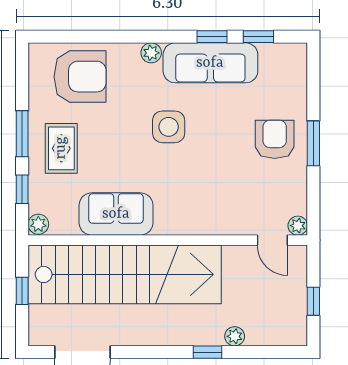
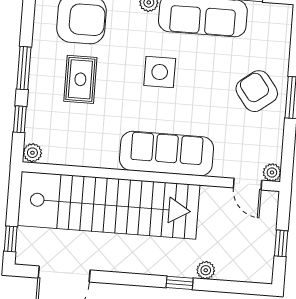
armchair: (275, 139) -> (257, 91), turned -37
rug: (61, 148) -> (80, 79), moved
sofa: (116, 214) -> (167, 154), moved, width x1.36
window: (22, 291) -> (11, 239), moved

